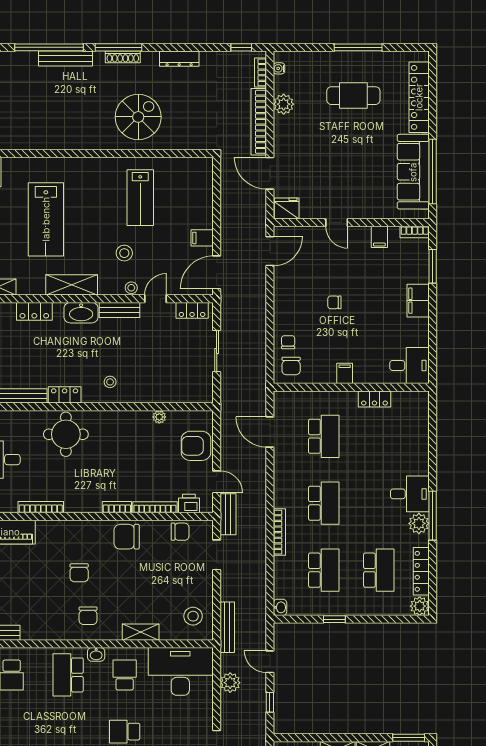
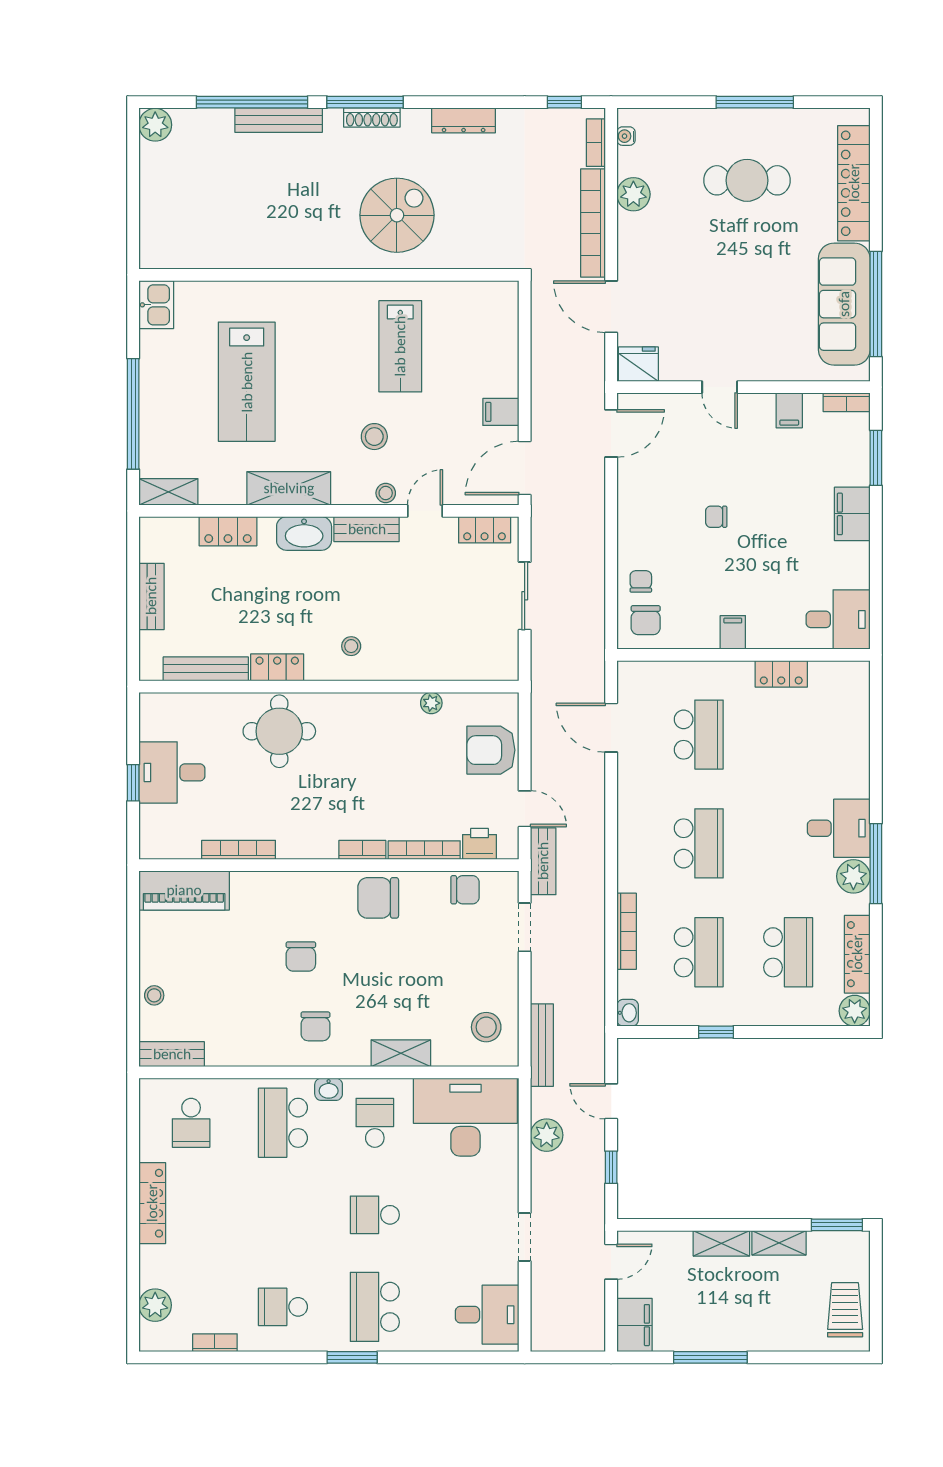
bookcase: (279, 532) -> (627, 931), moved

